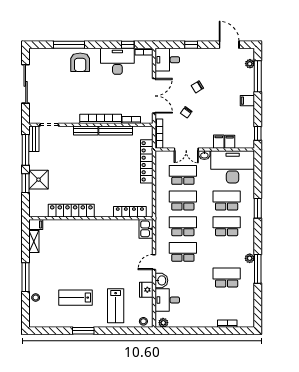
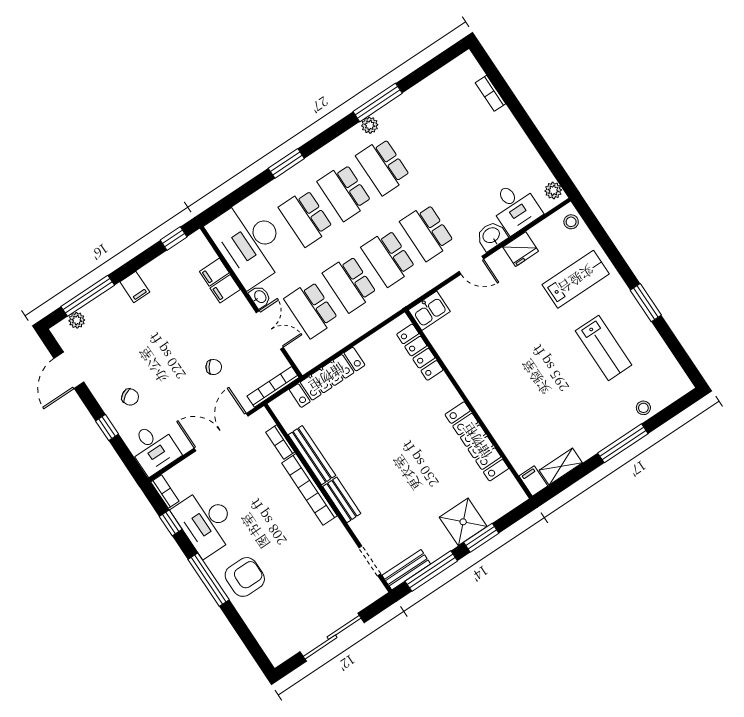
window: (69, 45) -> (209, 580), moved
chair: (197, 87) -> (130, 397), moved
school desk: (227, 278) -> (383, 166), moved

